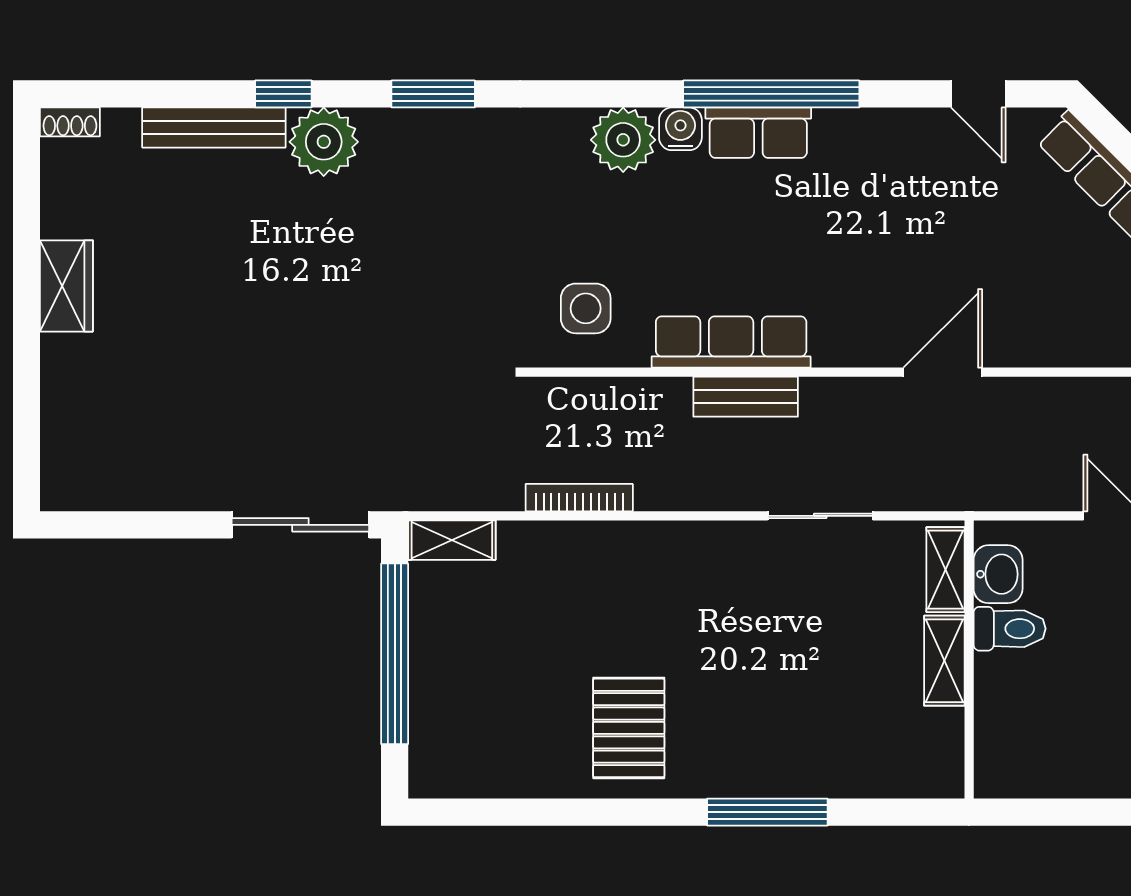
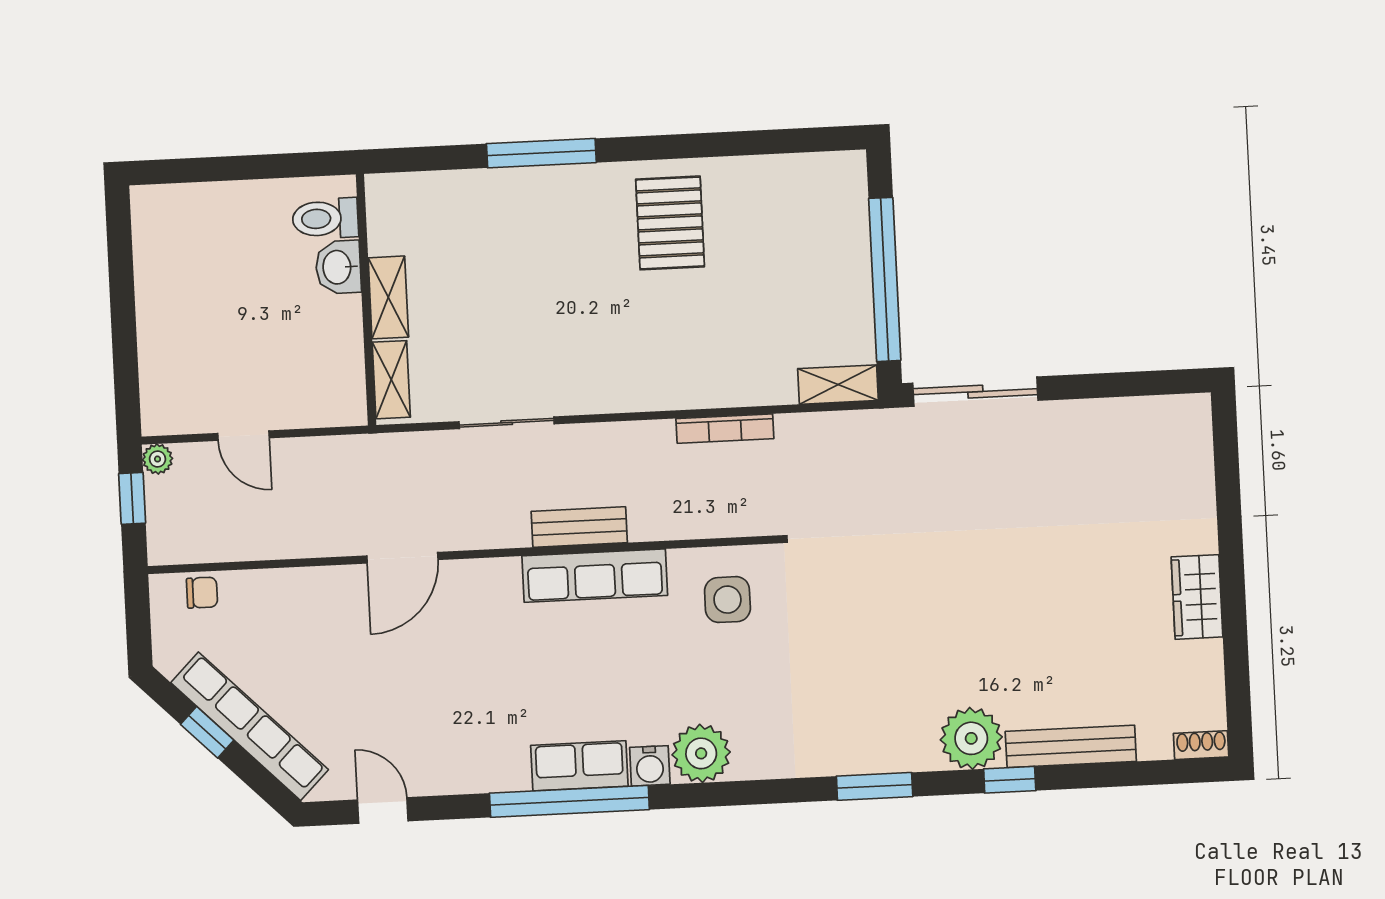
washbasin: (998, 574) -> (338, 267), moved
toilet: (1010, 629) -> (325, 218), moved

